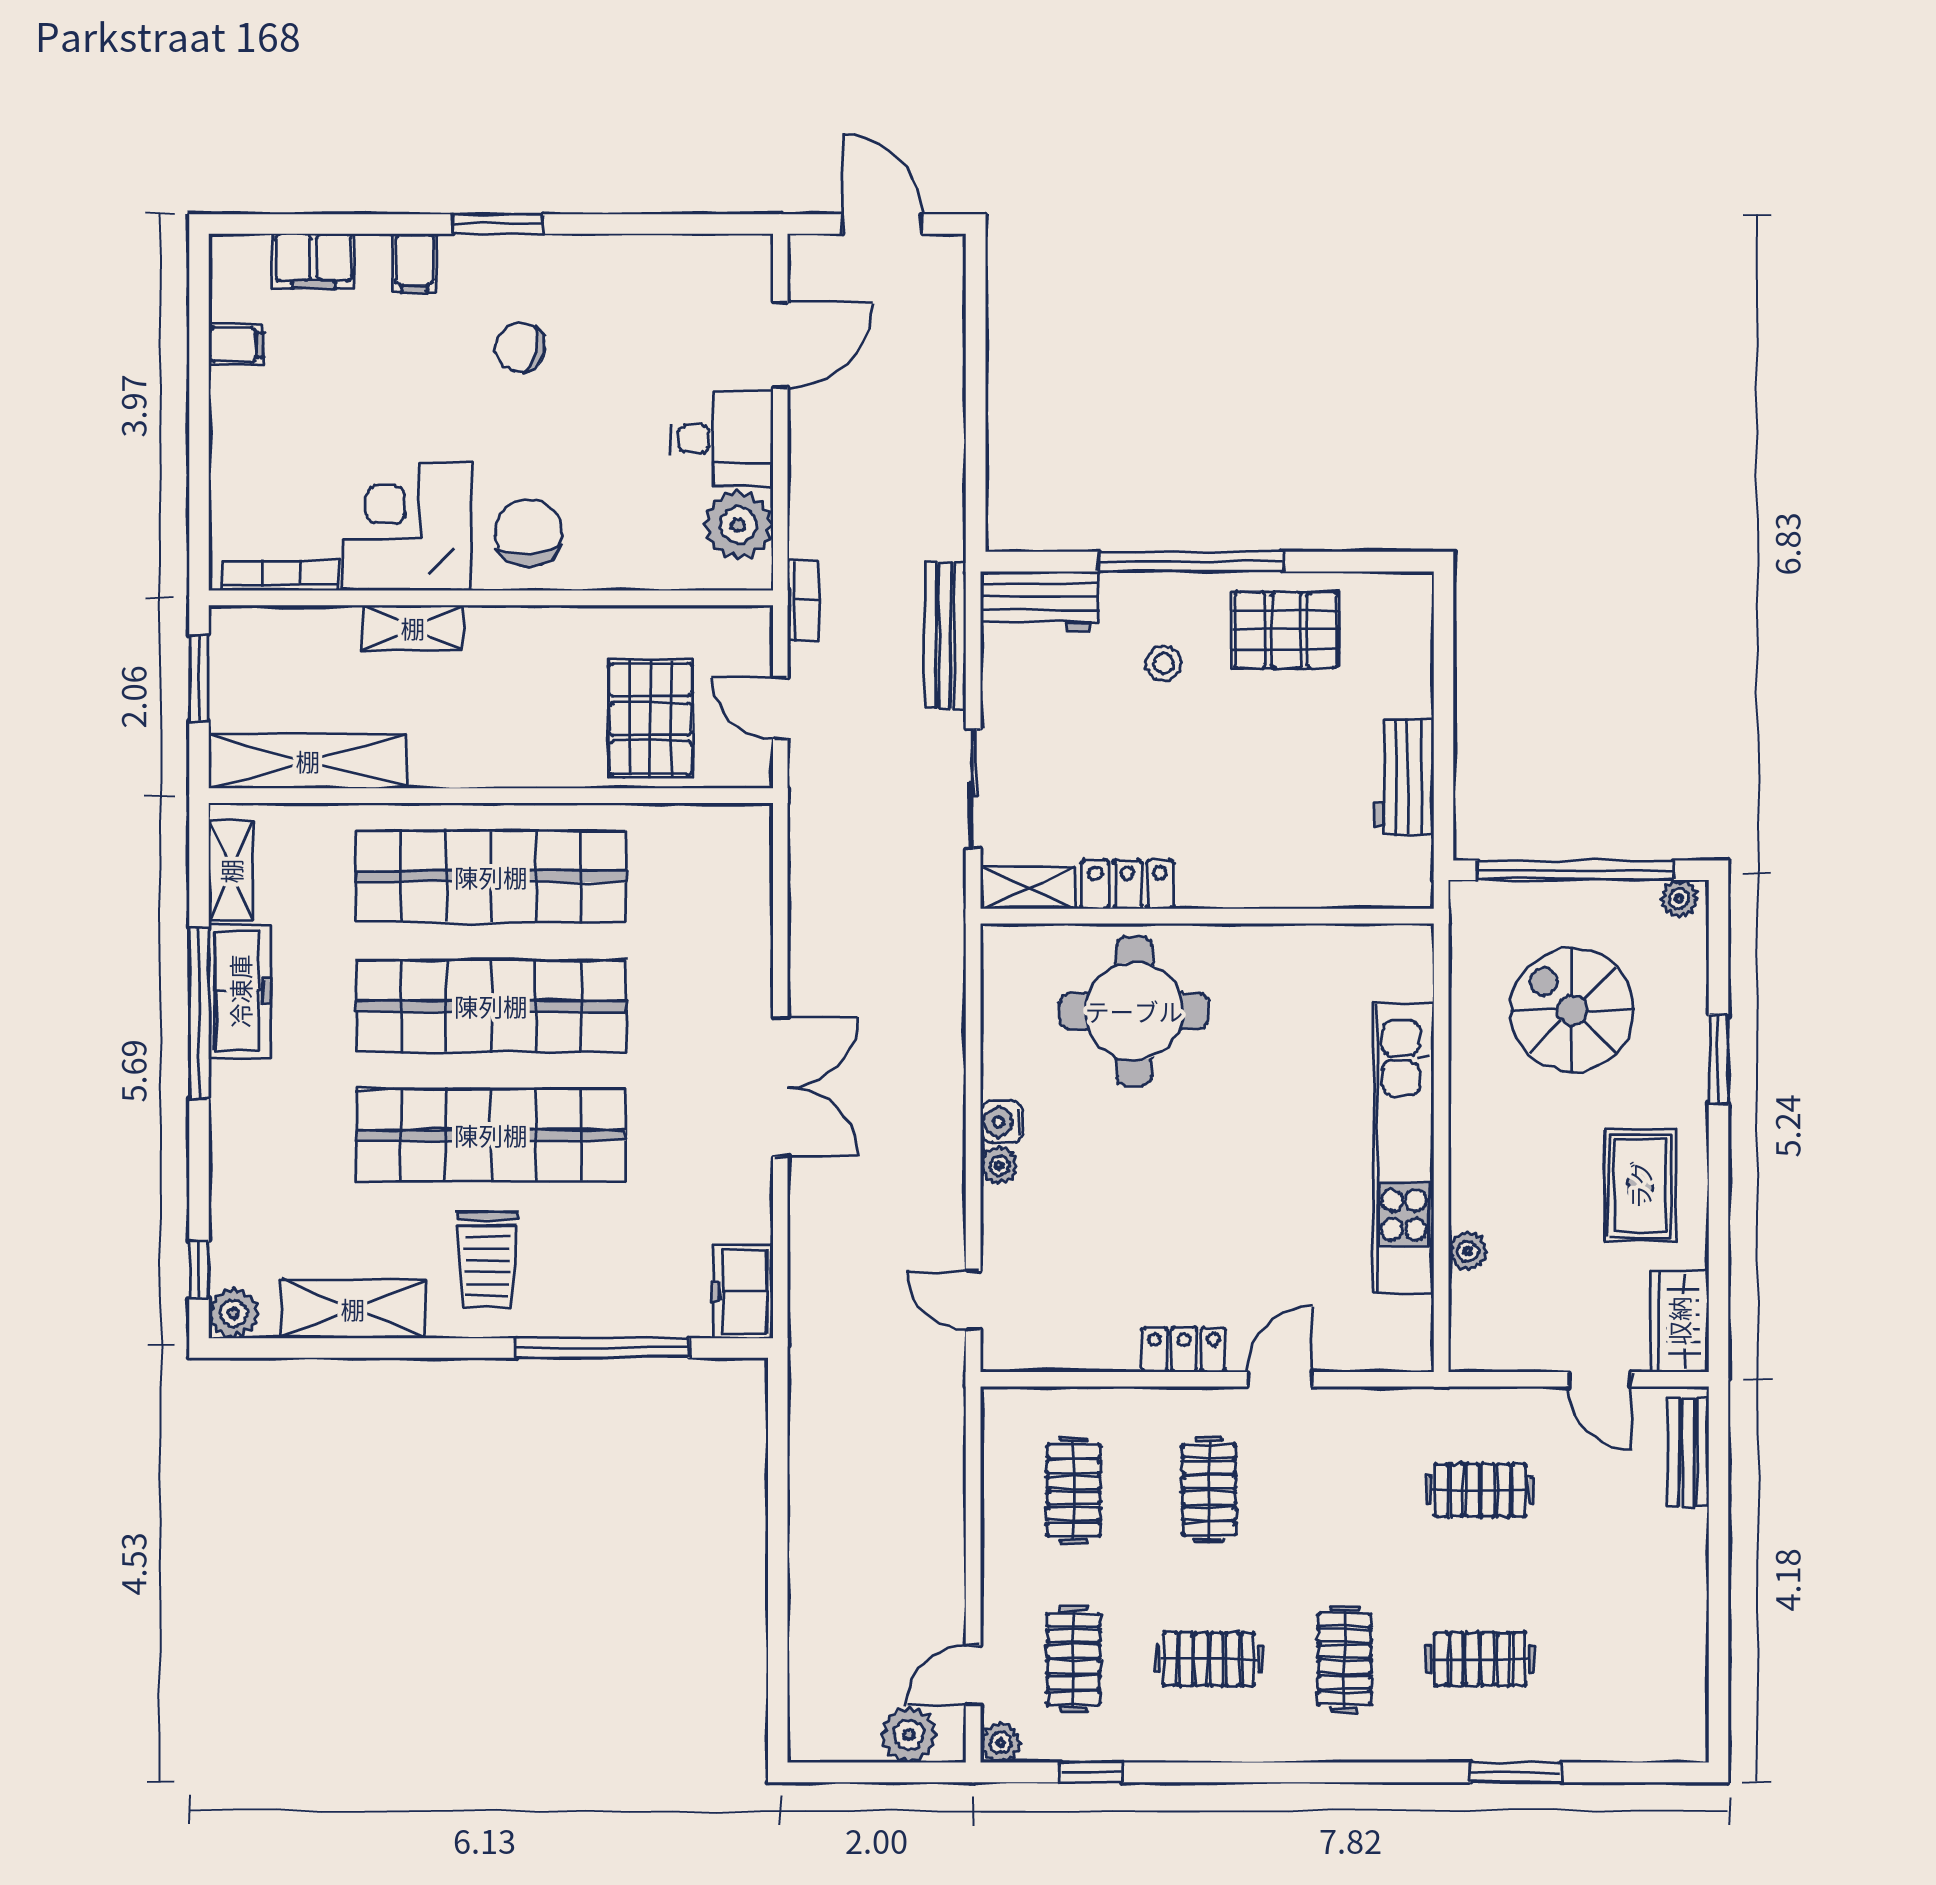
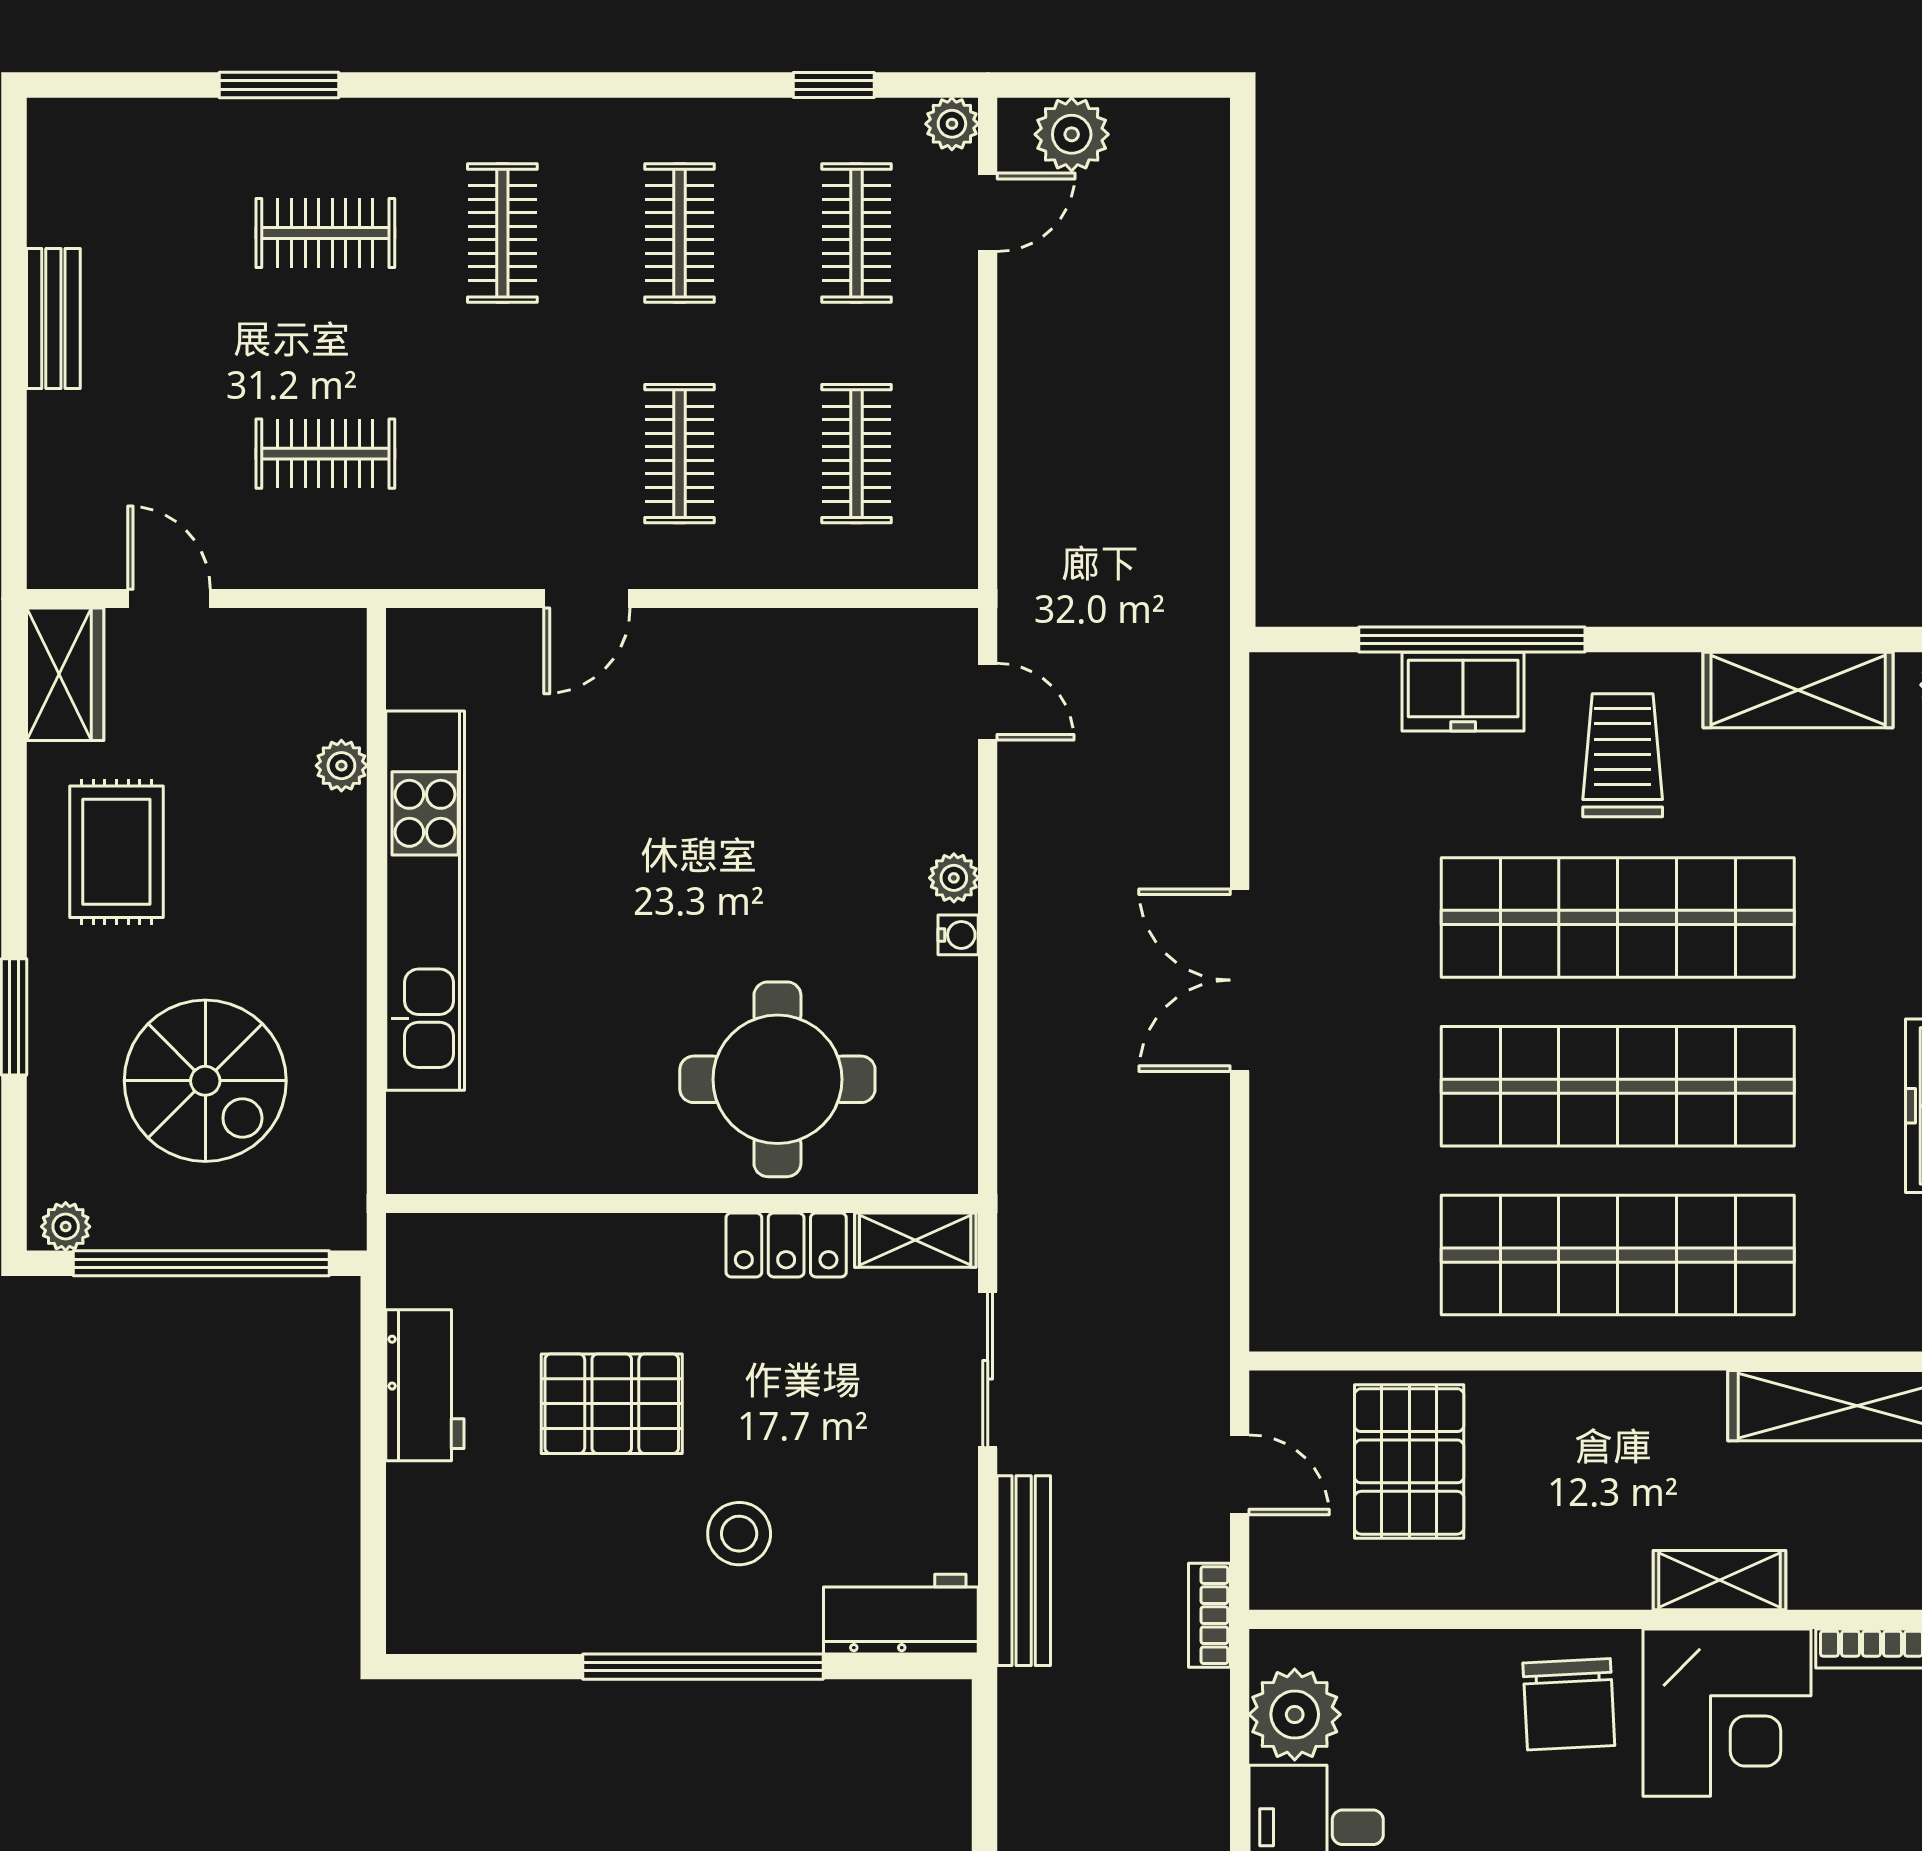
pallet: (1286, 630) -> (612, 1404), moved
stool: (1163, 663) -> (739, 1534), width x1.37, depth x1.37
water cooler: (1002, 1122) -> (958, 935), width x0.72, depth x0.72
freezer: (743, 1292) -> (1463, 692), moved, turned 90
locker: (1184, 1350) -> (712, 637), removed
bench: (1688, 1453) -> (53, 319), moved
clothes rail: (1209, 1659) -> (679, 233), turned 90

